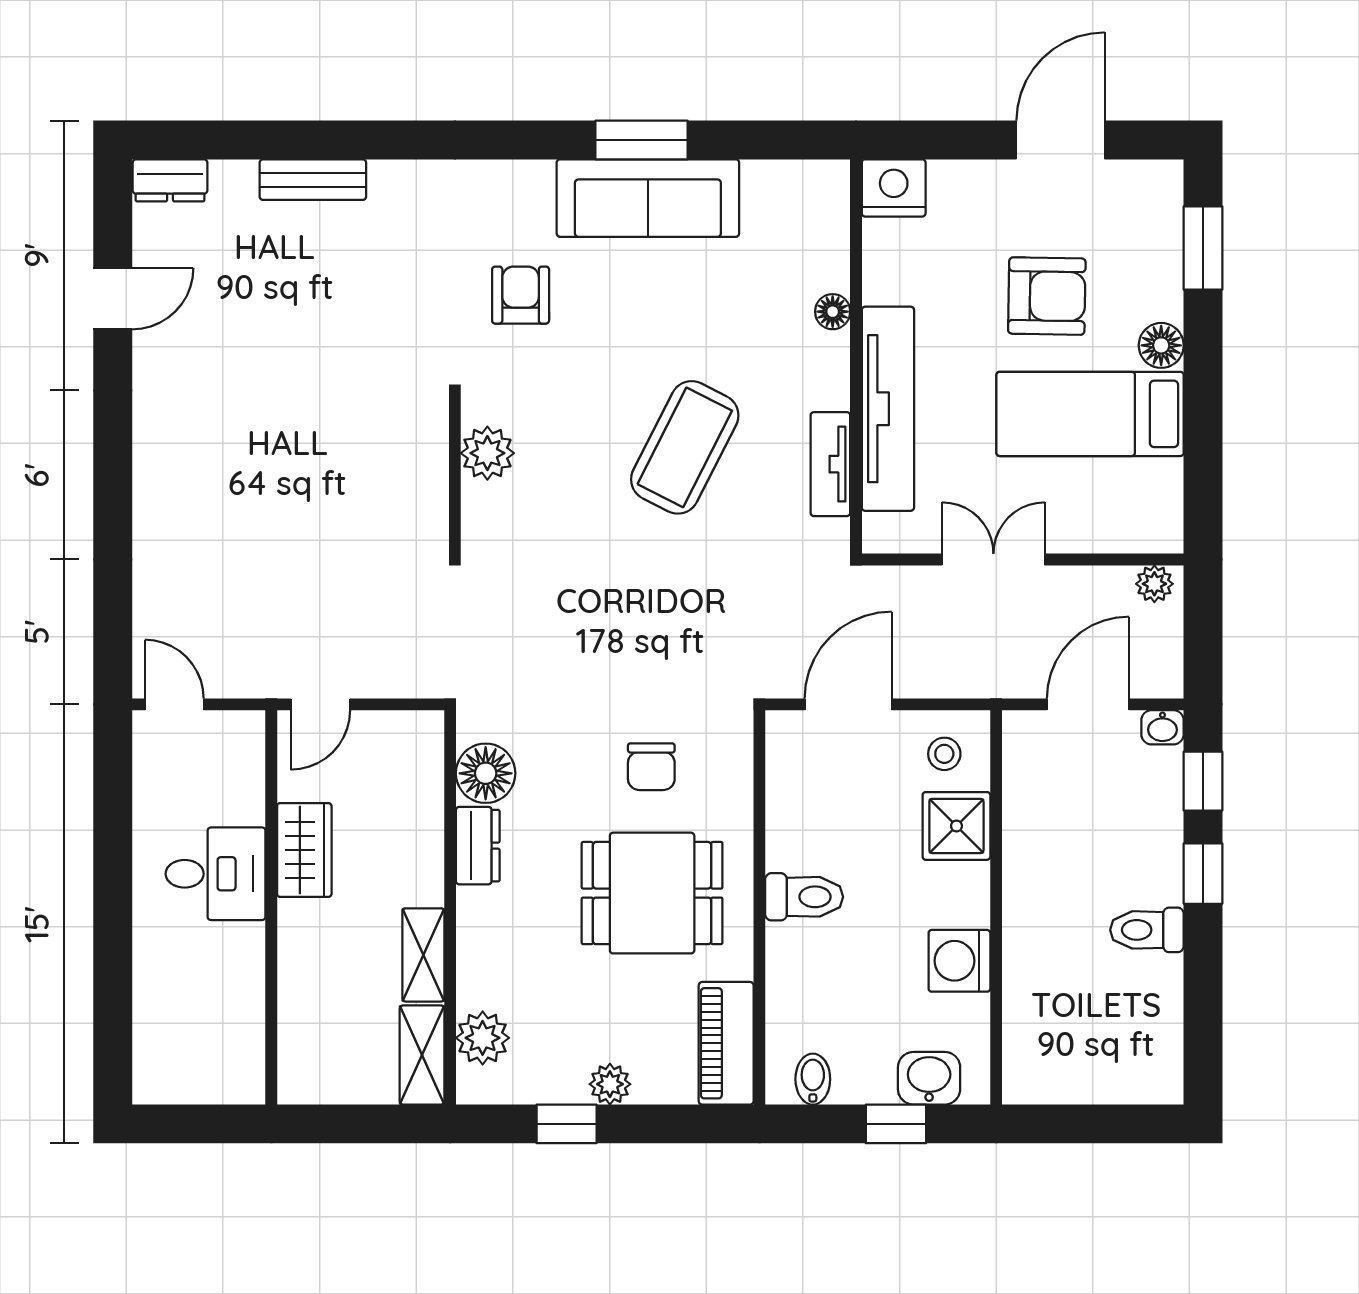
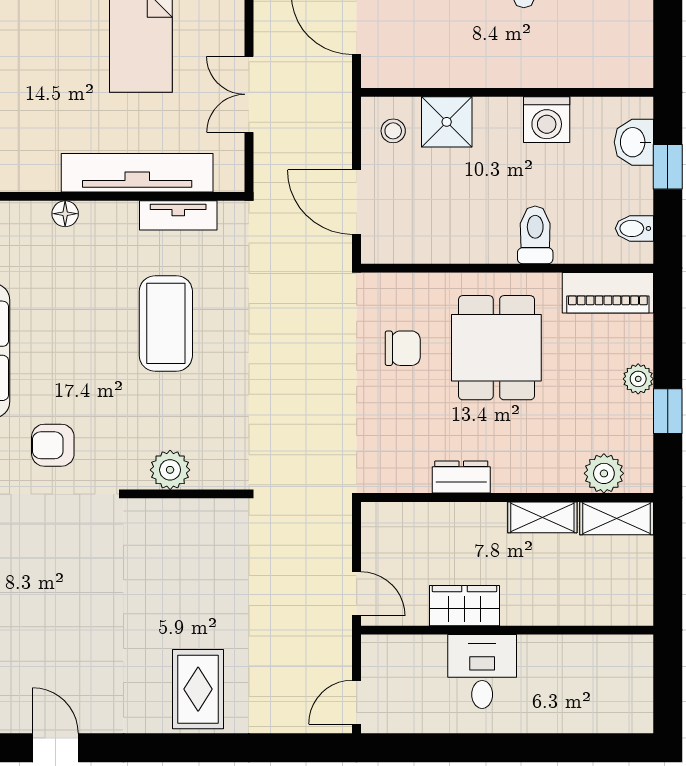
armchair: (1047, 296) -> (54, 55), removed
coffee table: (685, 447) -> (166, 323), turned 63
rug: (192, 491) -> (198, 689), added
floor lamp: (486, 773) -> (408, 471), removed
toilet: (804, 897) -> (535, 235), moved

